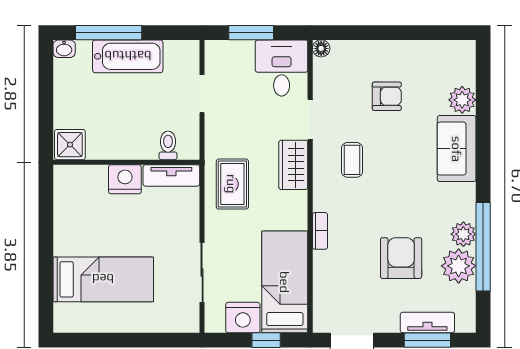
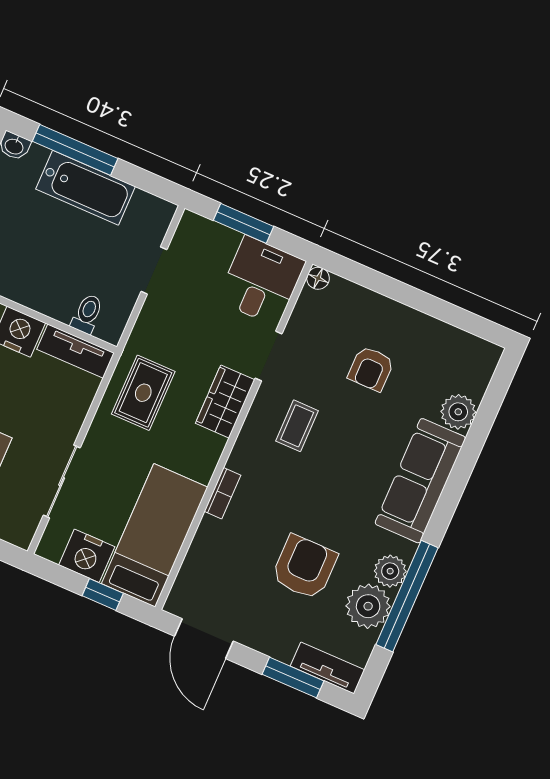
armchair: (387, 96) -> (371, 369), turned 90
sofa: (457, 149) -> (420, 481), width x1.36
tv unit: (427, 323) -> (327, 668), moved

